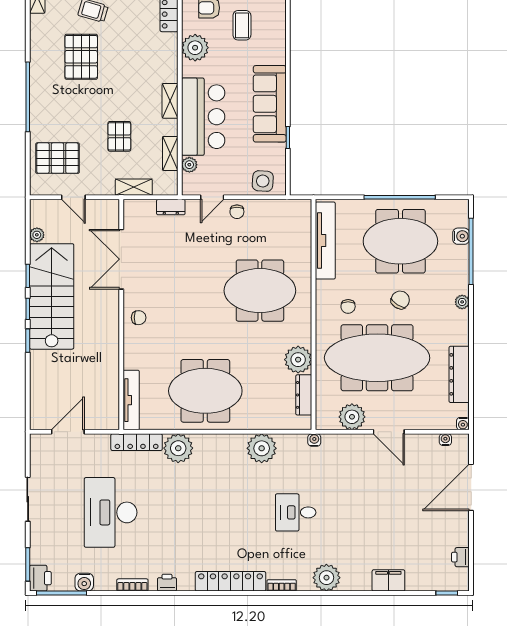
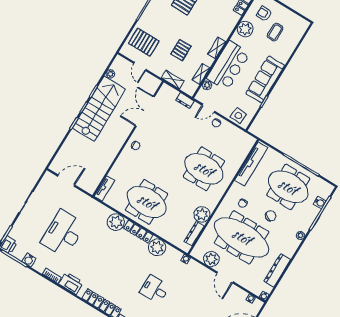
tv unit: (131, 400) -> (104, 188), width x0.71
locker: (137, 442) -> (138, 232), moved
printer: (167, 583) -> (71, 283), width x1.87, depth x1.48

